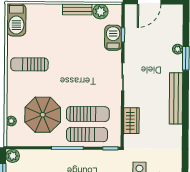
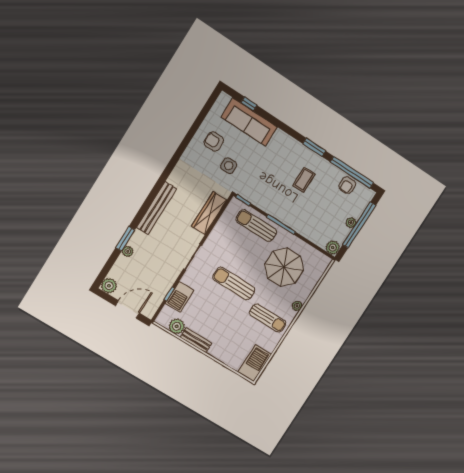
plant: (176, 12) -> (109, 286), added
sun lounger: (88, 114) -> (234, 283), moved
plant: (11, 121) -> (297, 306), moved
wardrobe: (131, 121) -> (209, 213), width x1.50

